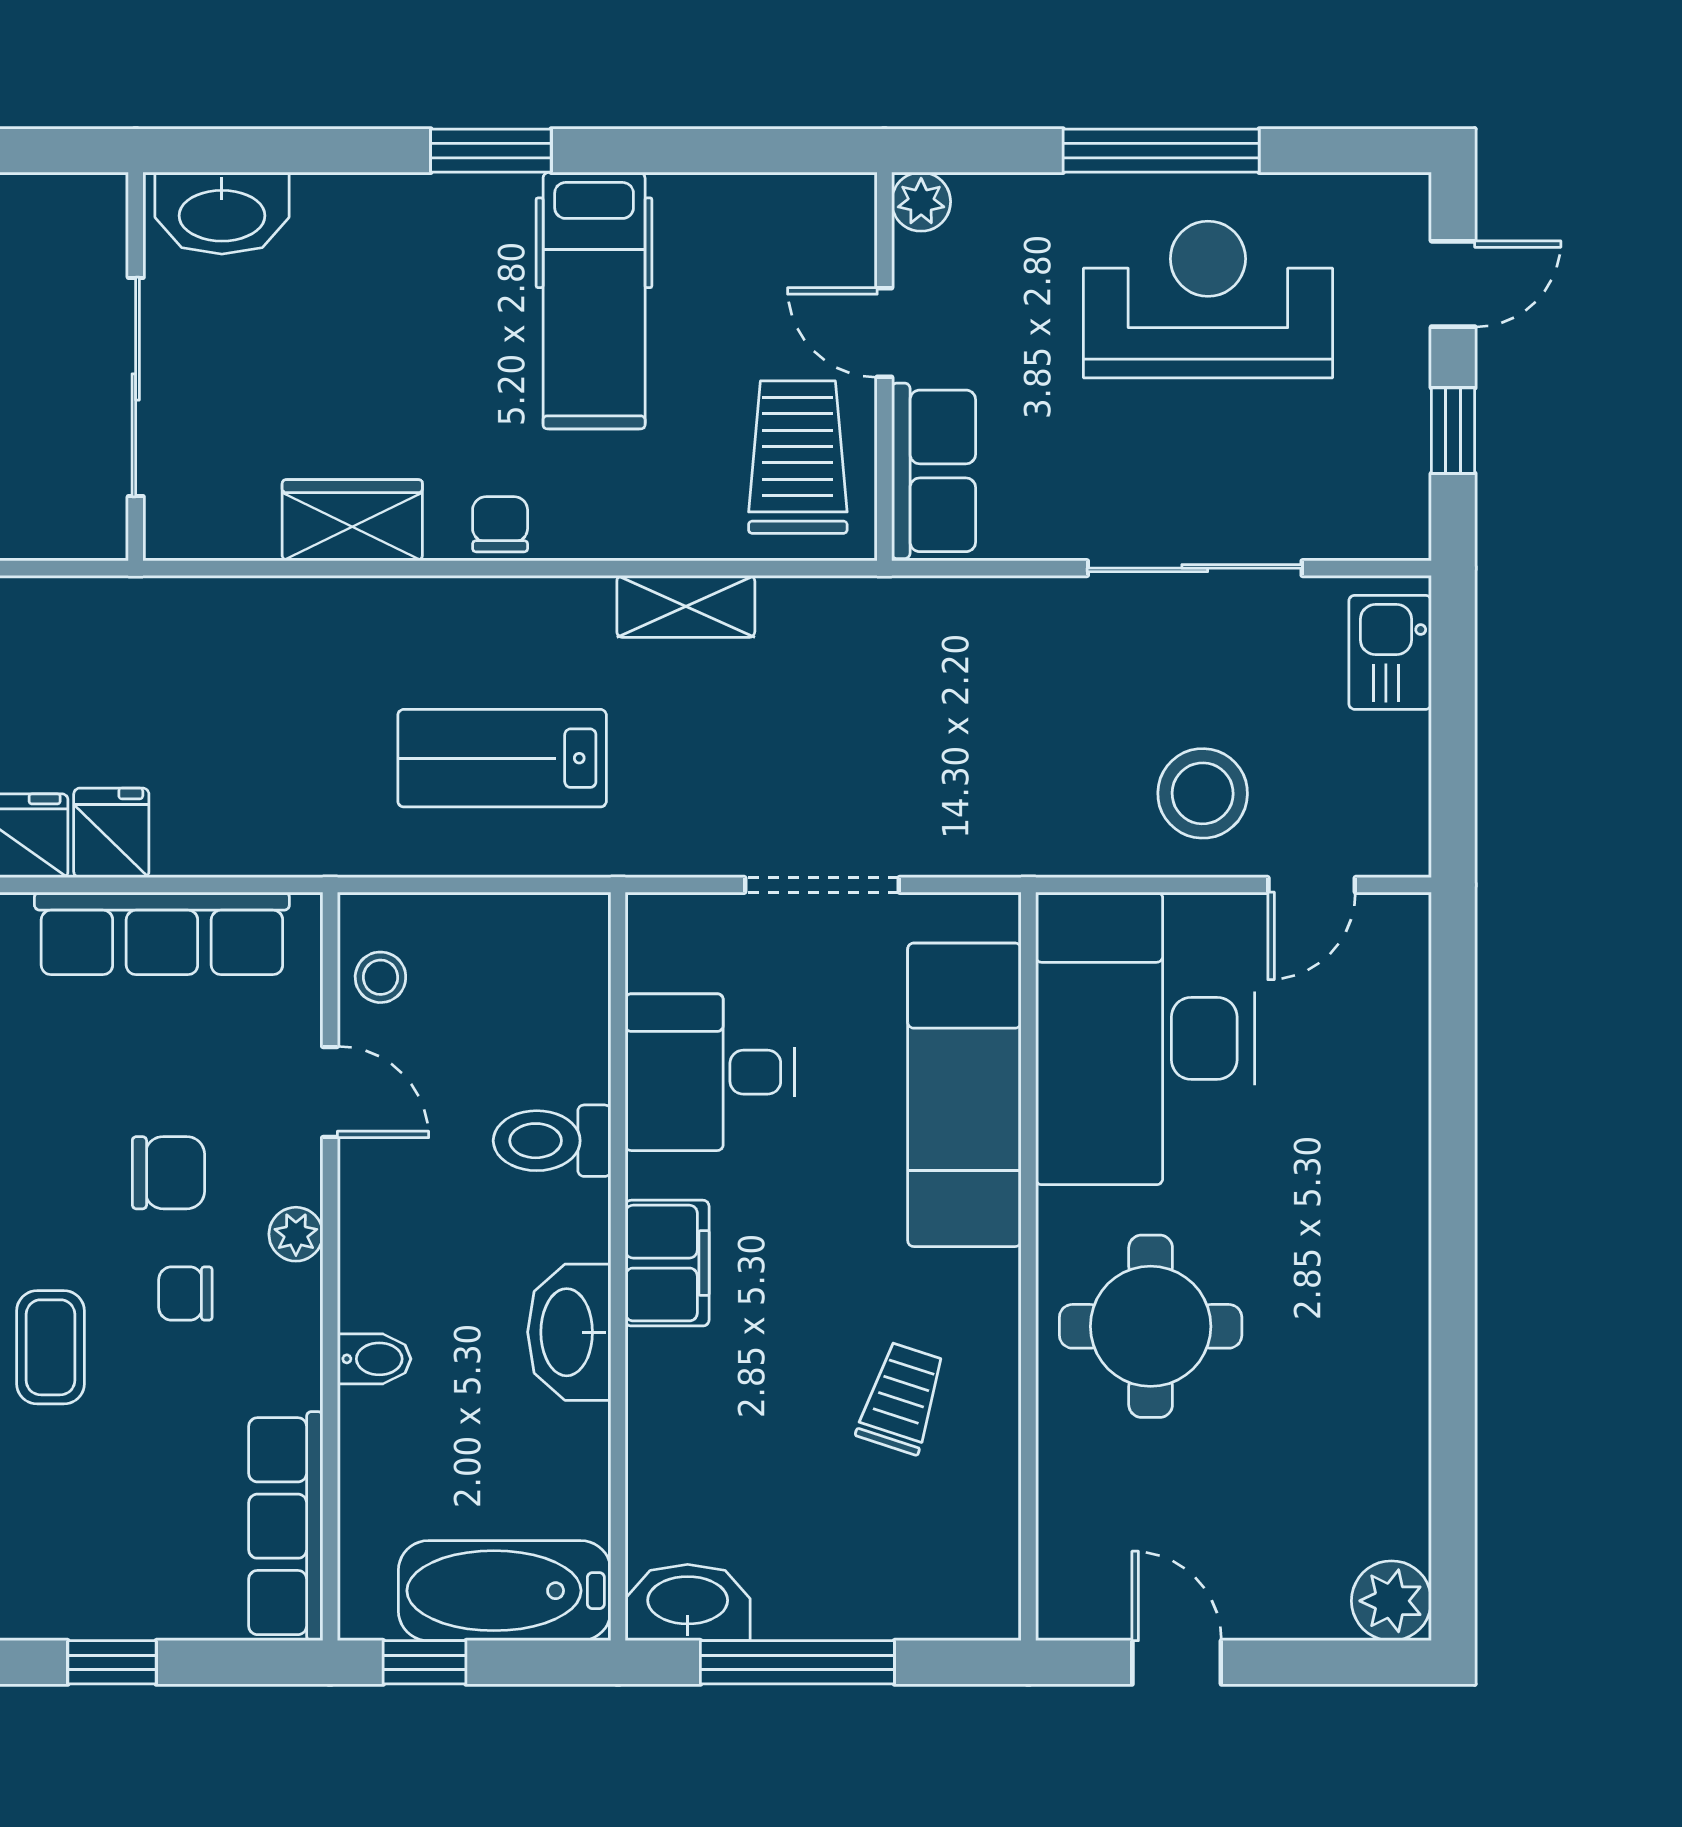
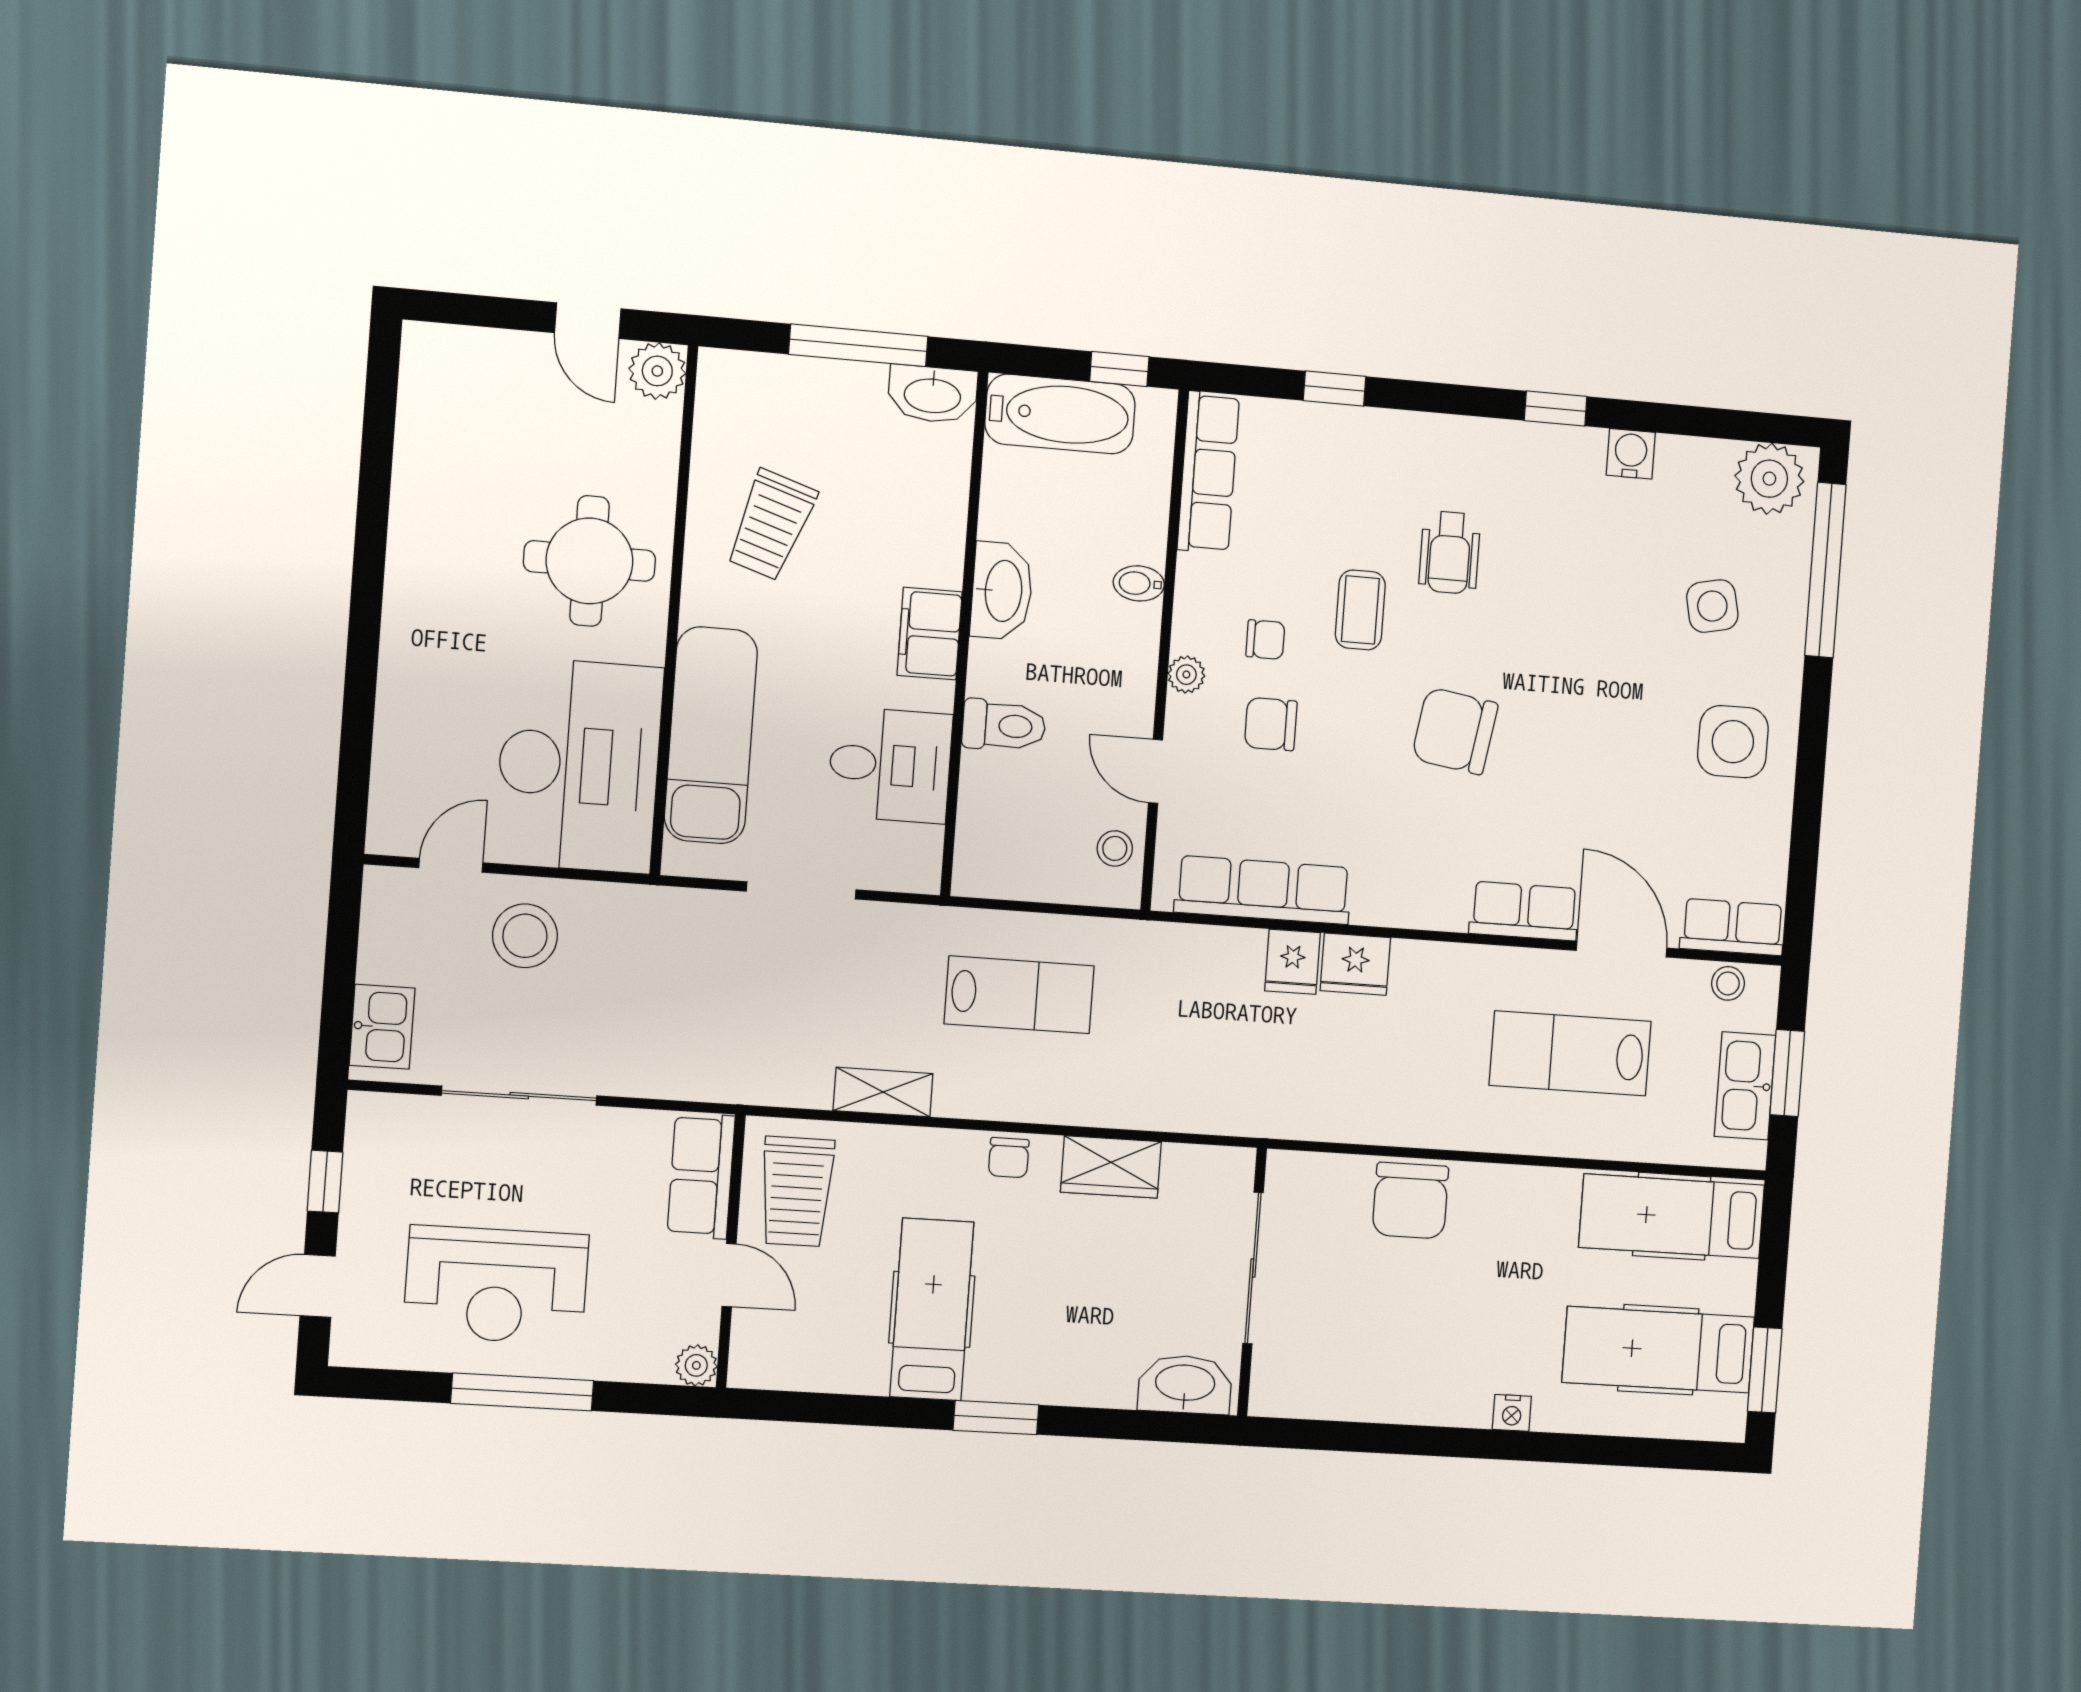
trolley: (902, 1398) -> (771, 525), width x1.36, depth x1.39
plant: (1391, 1601) -> (657, 371), moved

